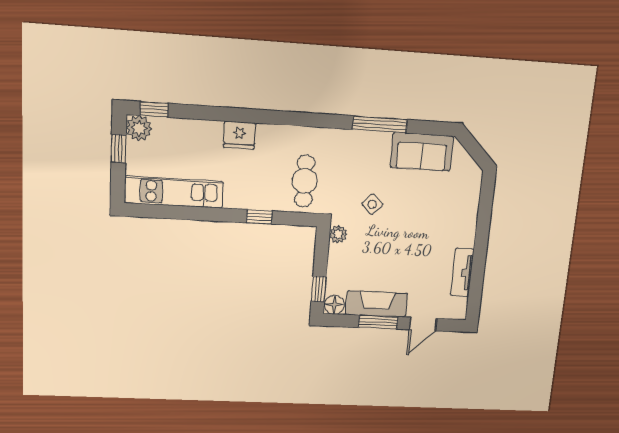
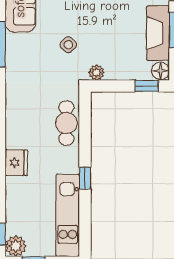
cafe table: (305, 181) -> (66, 123), moved, turned 90
window: (259, 217) -> (85, 178), moved

